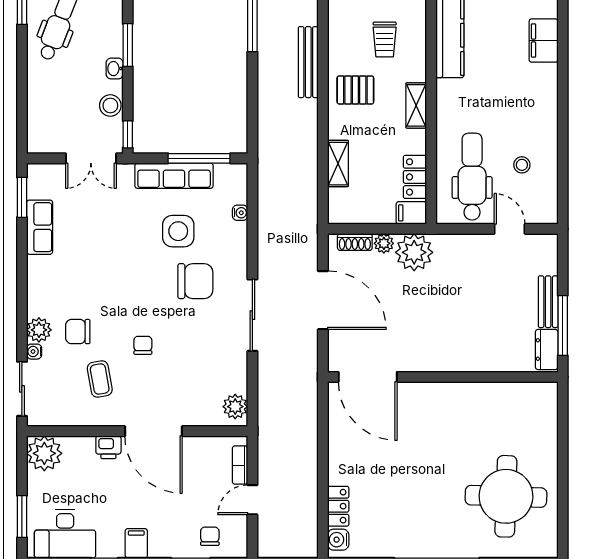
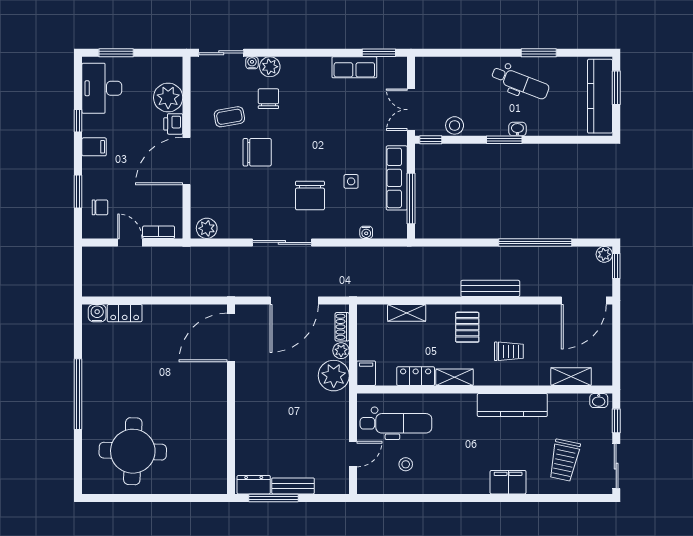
trolley: (385, 40) -> (509, 351), turned 180
washbasin: (115, 69) -> (517, 129), moved
locker: (415, 177) -> (416, 376), moved
side table: (178, 231) -> (351, 181), width x0.54, depth x0.54
chair: (143, 345) -> (257, 152), width x1.87, depth x1.87
plant: (44, 453) -> (168, 98), moved

